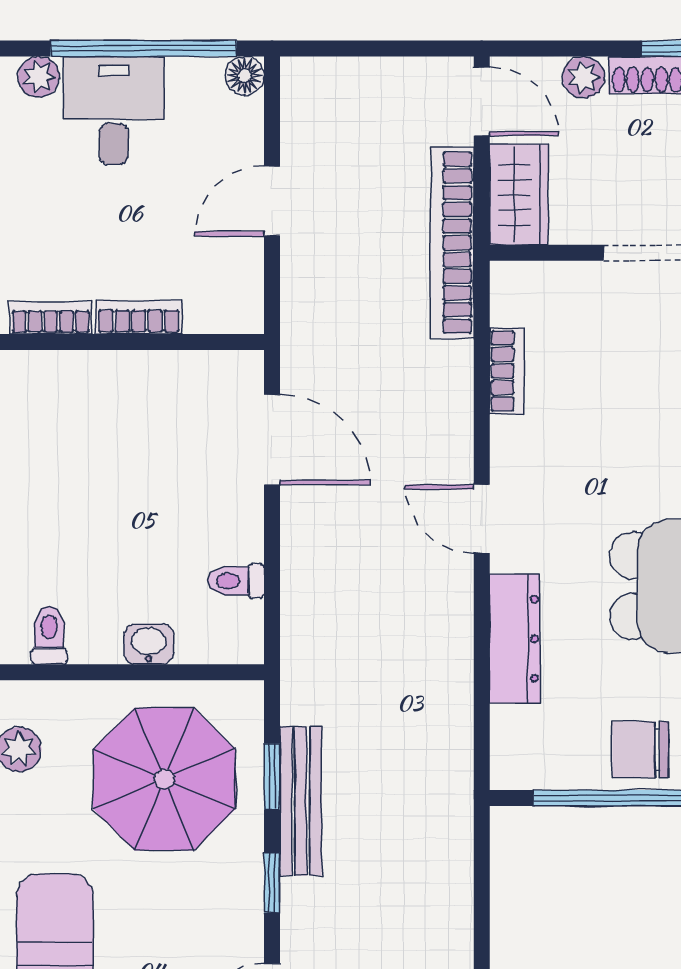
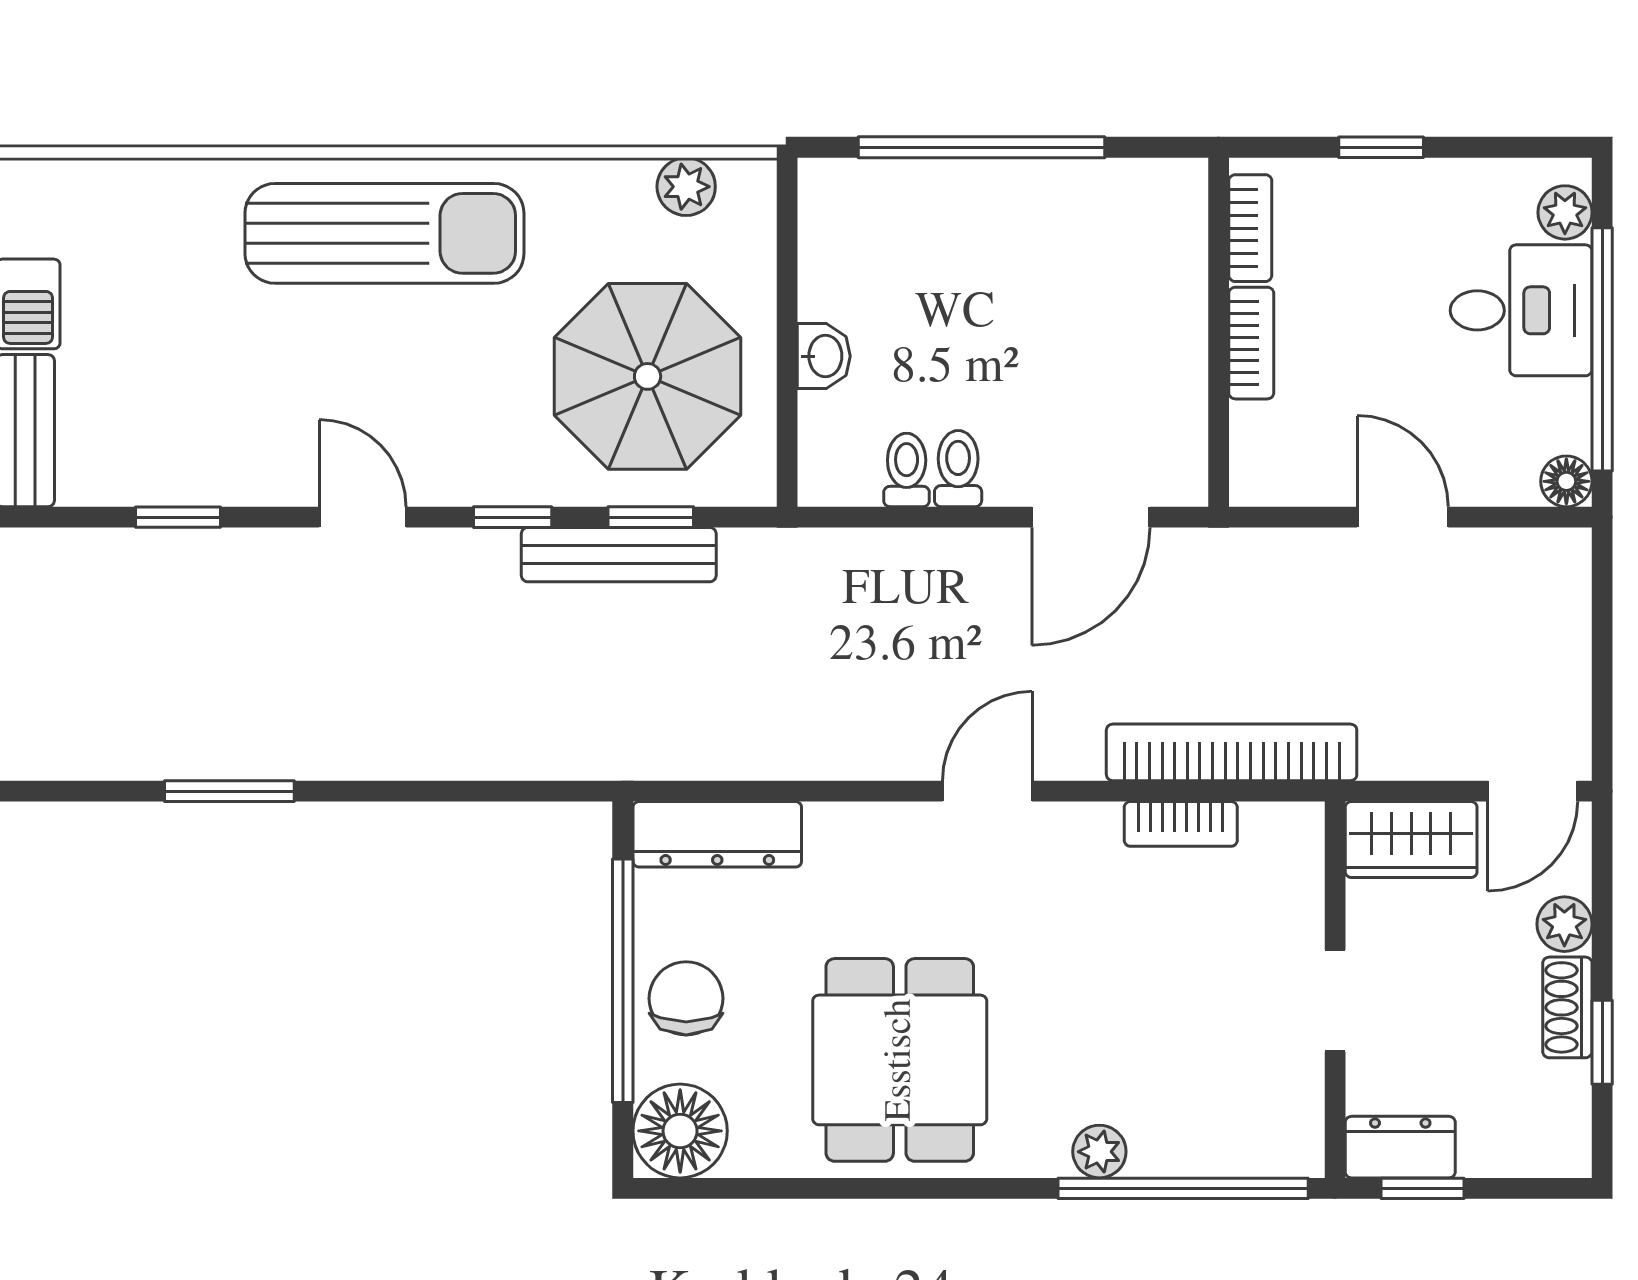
bookcase: (452, 243) -> (1232, 752), moved
toilet: (49, 635) -> (958, 469), moved, turned -90
dresser: (515, 639) -> (717, 834), moved

